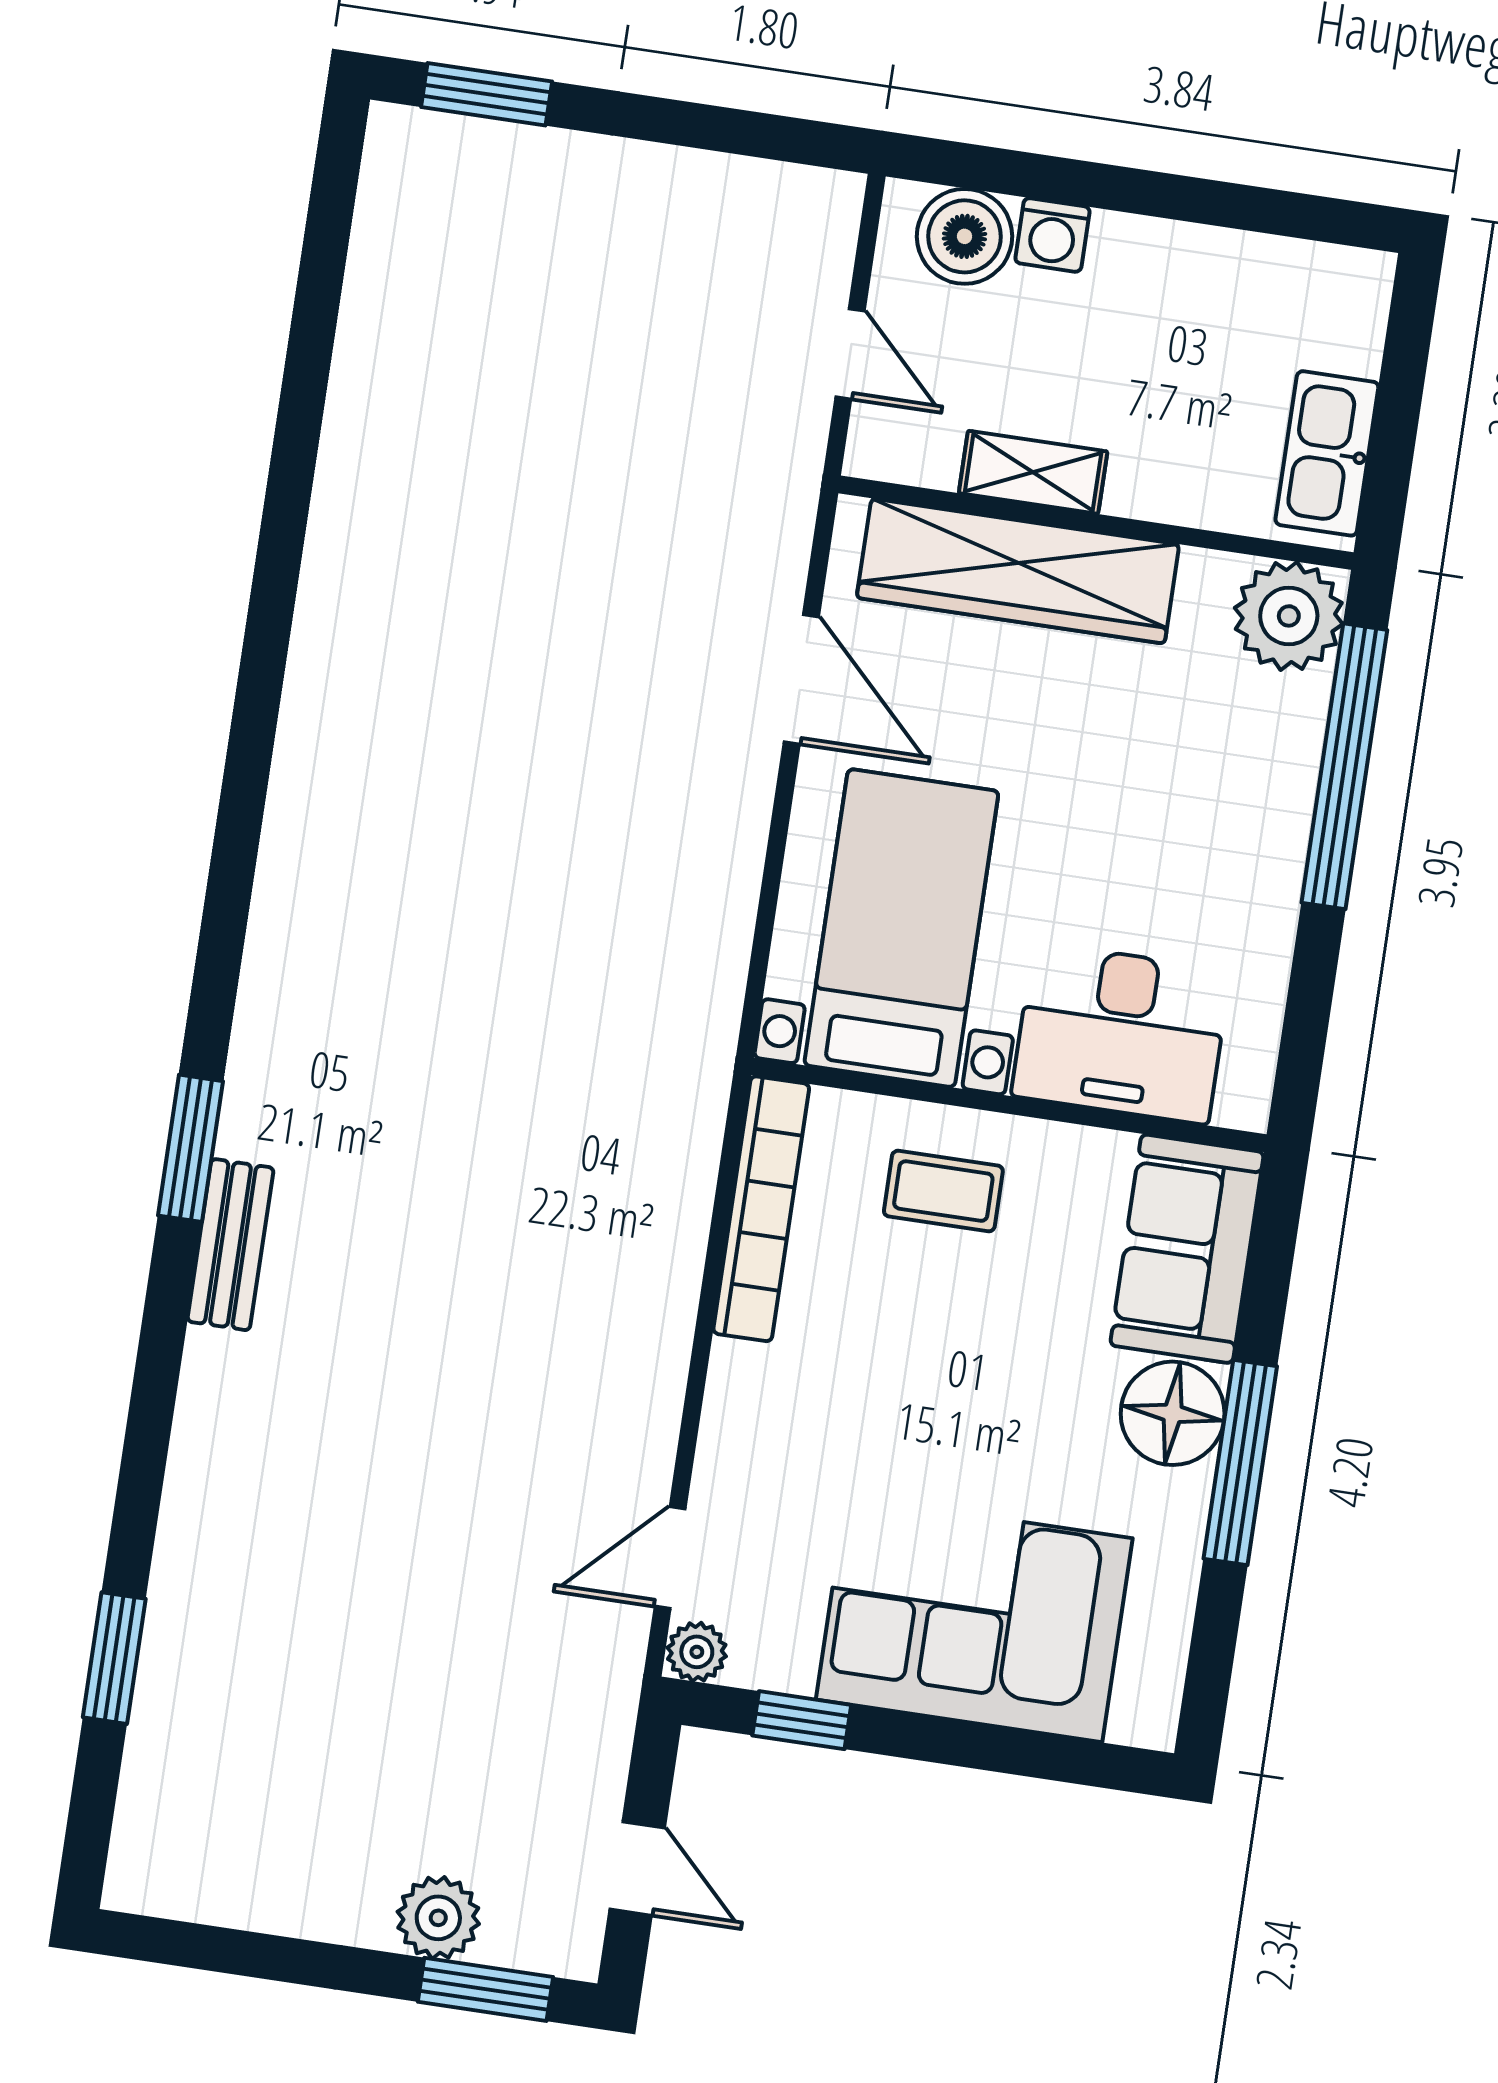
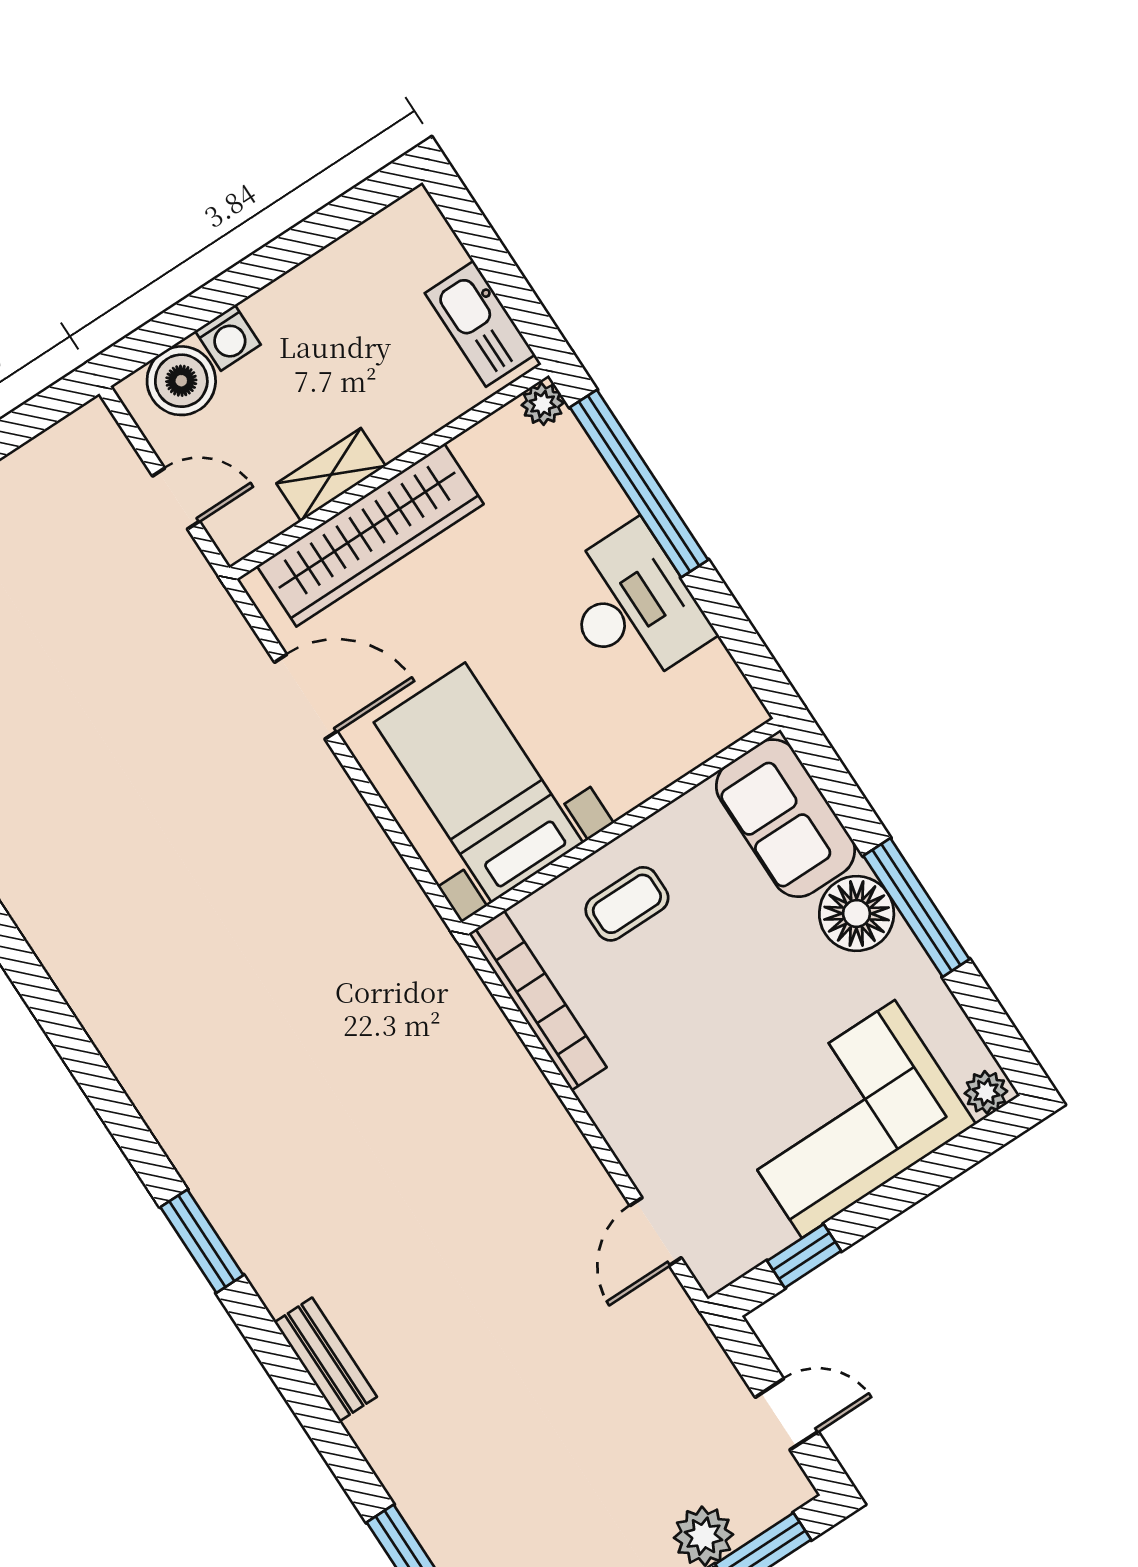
plant: (1289, 616) -> (543, 404), width x0.53, depth x0.53
desk: (1121, 1033) -> (632, 606), moved, turned -90
bench: (230, 1245) -> (326, 1360), moved
plant: (697, 1652) -> (986, 1092), moved

